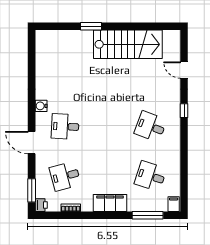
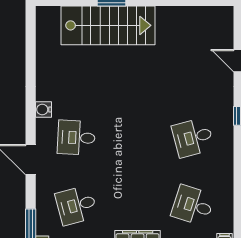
stairs: (128, 44) -> (108, 25), moved
desk: (151, 126) -> (193, 138), turned -36

